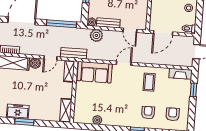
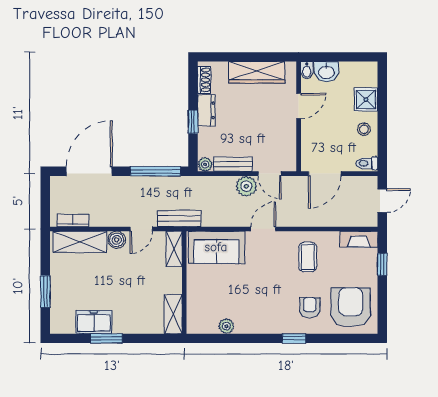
plant: (96, 35) -> (246, 186), moved
armchair: (173, 114) -> (351, 307), width x1.88, depth x1.88

